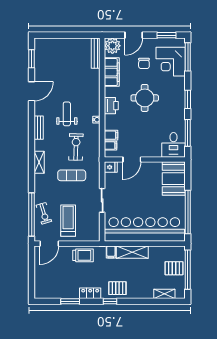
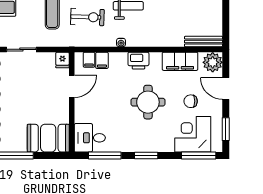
door: (132, 160) -> (72, 86), swing flipped

